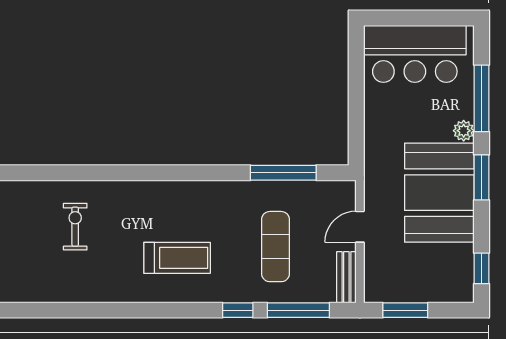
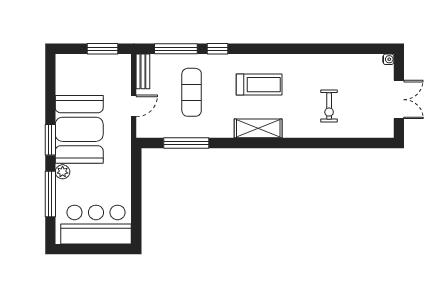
shelving: (178, 194) -> (258, 128), added
treadmill: (177, 258) -> (259, 85), turned 180
window: (481, 268) -> (50, 77), removed

